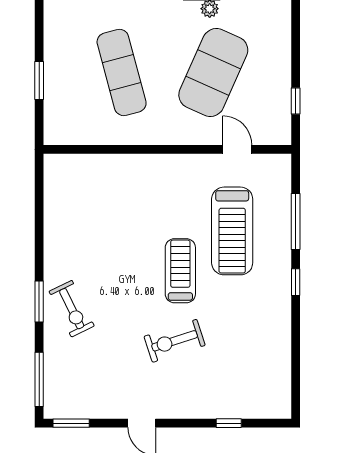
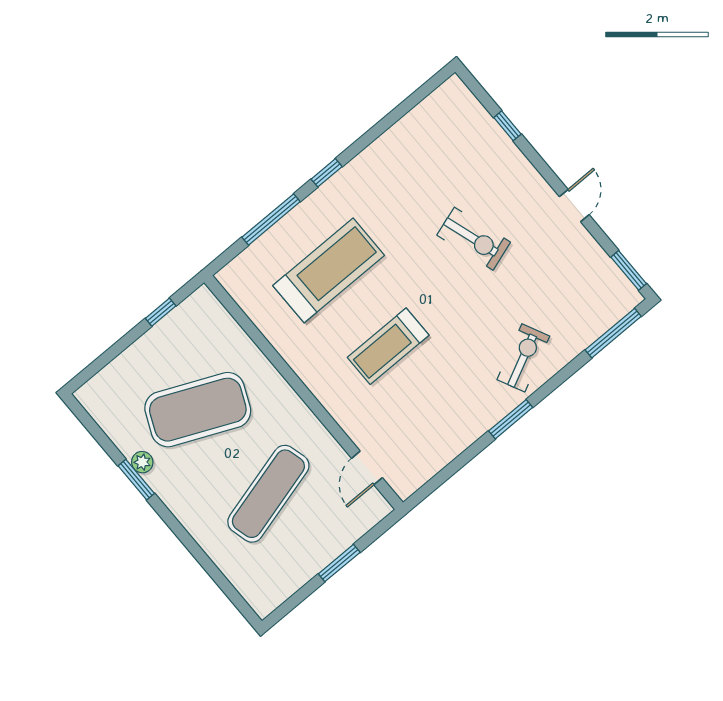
door: (237, 149) -> (367, 468), moved
treadmill: (180, 271) -> (388, 346), moved
window: (39, 302) -> (511, 419), moved

